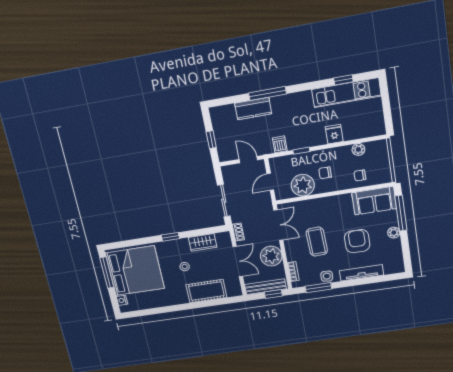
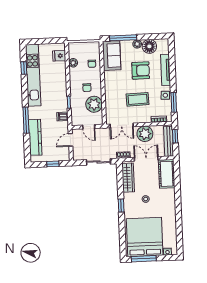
kitchen unit: (346, 93) -> (33, 75), width x1.36
kitchen counter: (253, 109) -> (35, 137), width x1.50
fridge: (334, 134) -> (59, 56), moved
double door: (278, 225) -> (122, 125), swing flipped
armchair: (357, 241) -> (141, 71), turned 180
wardrobe: (203, 242) -> (128, 178), width x1.50
floor lamp: (392, 249) -> (149, 46), added
cot: (206, 291) -> (167, 174), moved

